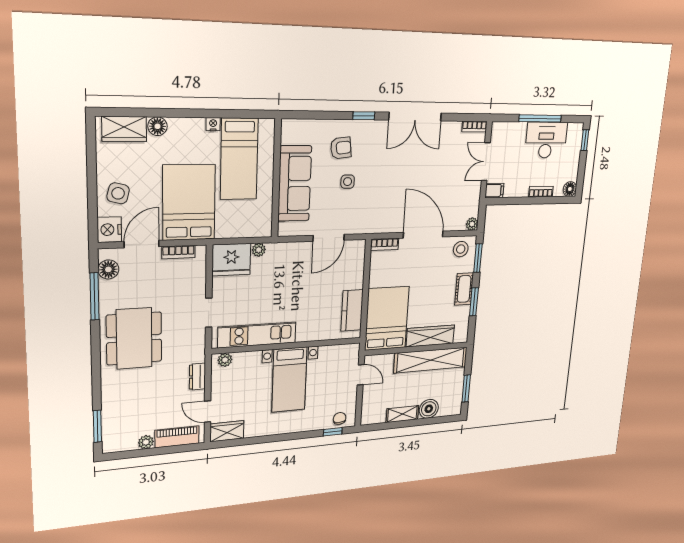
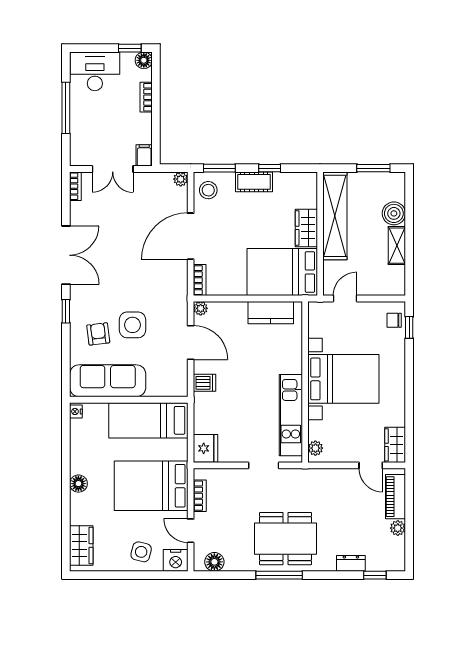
nightstand: (213, 124) -> (76, 411), moved
floor lamp: (157, 126) -> (78, 484), moved
desk: (546, 140) -> (95, 71), moved, turned 90
window: (585, 140) -> (130, 48), moved
bed: (239, 159) -> (148, 420), moved, turned 180
side table: (348, 182) -> (133, 325), width x1.87, depth x1.87
sofa: (295, 184) -> (108, 381), moved
door: (142, 244) -> (191, 531), width x0.73
plant: (259, 250) -> (201, 308), moved
dishwasher: (290, 252) -> (205, 383), added
fridge: (231, 260) -> (206, 448), width x0.73, depth x0.75
window: (94, 296) -> (279, 575), moved
window: (474, 302) -> (270, 168), width x0.67
wardrobe: (430, 336) -> (306, 228), width x0.67
dresser: (197, 377) -> (351, 563), moved, turned 180
bed with nightstands: (289, 380) -> (343, 379), width x1.36
door: (208, 412) -> (371, 465), hinge flipped
window: (97, 426) -> (375, 575), width x0.67

